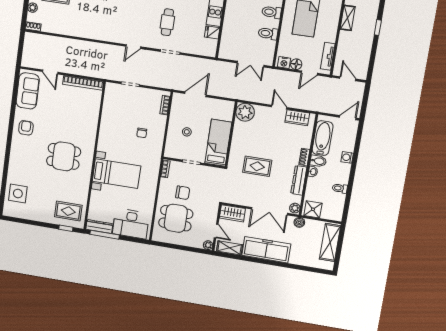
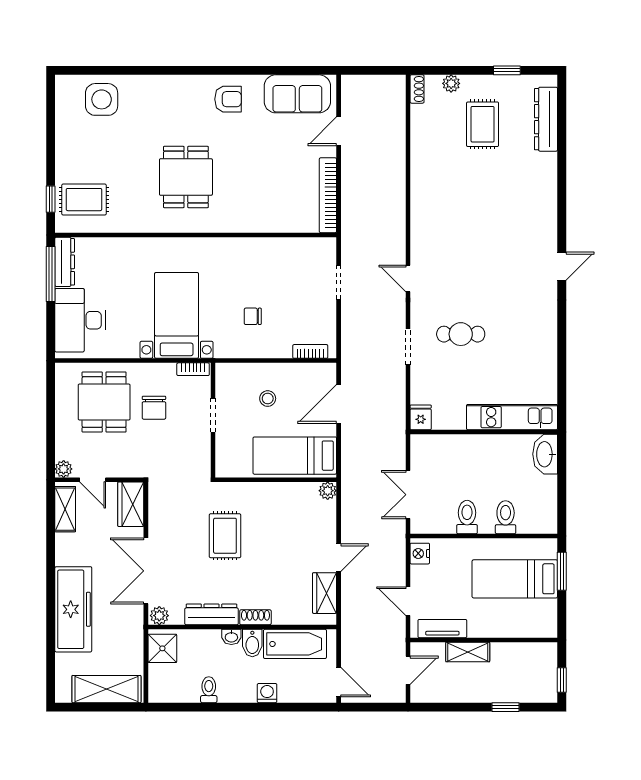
shelving: (348, 18) -> (468, 652), moved
fridge: (212, 32) -> (421, 417), moved
floor lamp: (296, 64) -> (420, 576), removed
door: (195, 94) -> (339, 404), swing flipped
plant: (245, 112) -> (328, 491), width x0.53, depth x0.53
bed: (218, 143) -> (295, 456), moved, turned 180
bed with nightstands: (116, 174) -> (177, 315), moved, turned 180
rug: (68, 211) -> (84, 200), turned 90
boiler: (299, 222) -> (134, 628), removed
door: (216, 231) -> (93, 480), hinge flipped
freezer: (266, 250) -> (73, 609), moved

